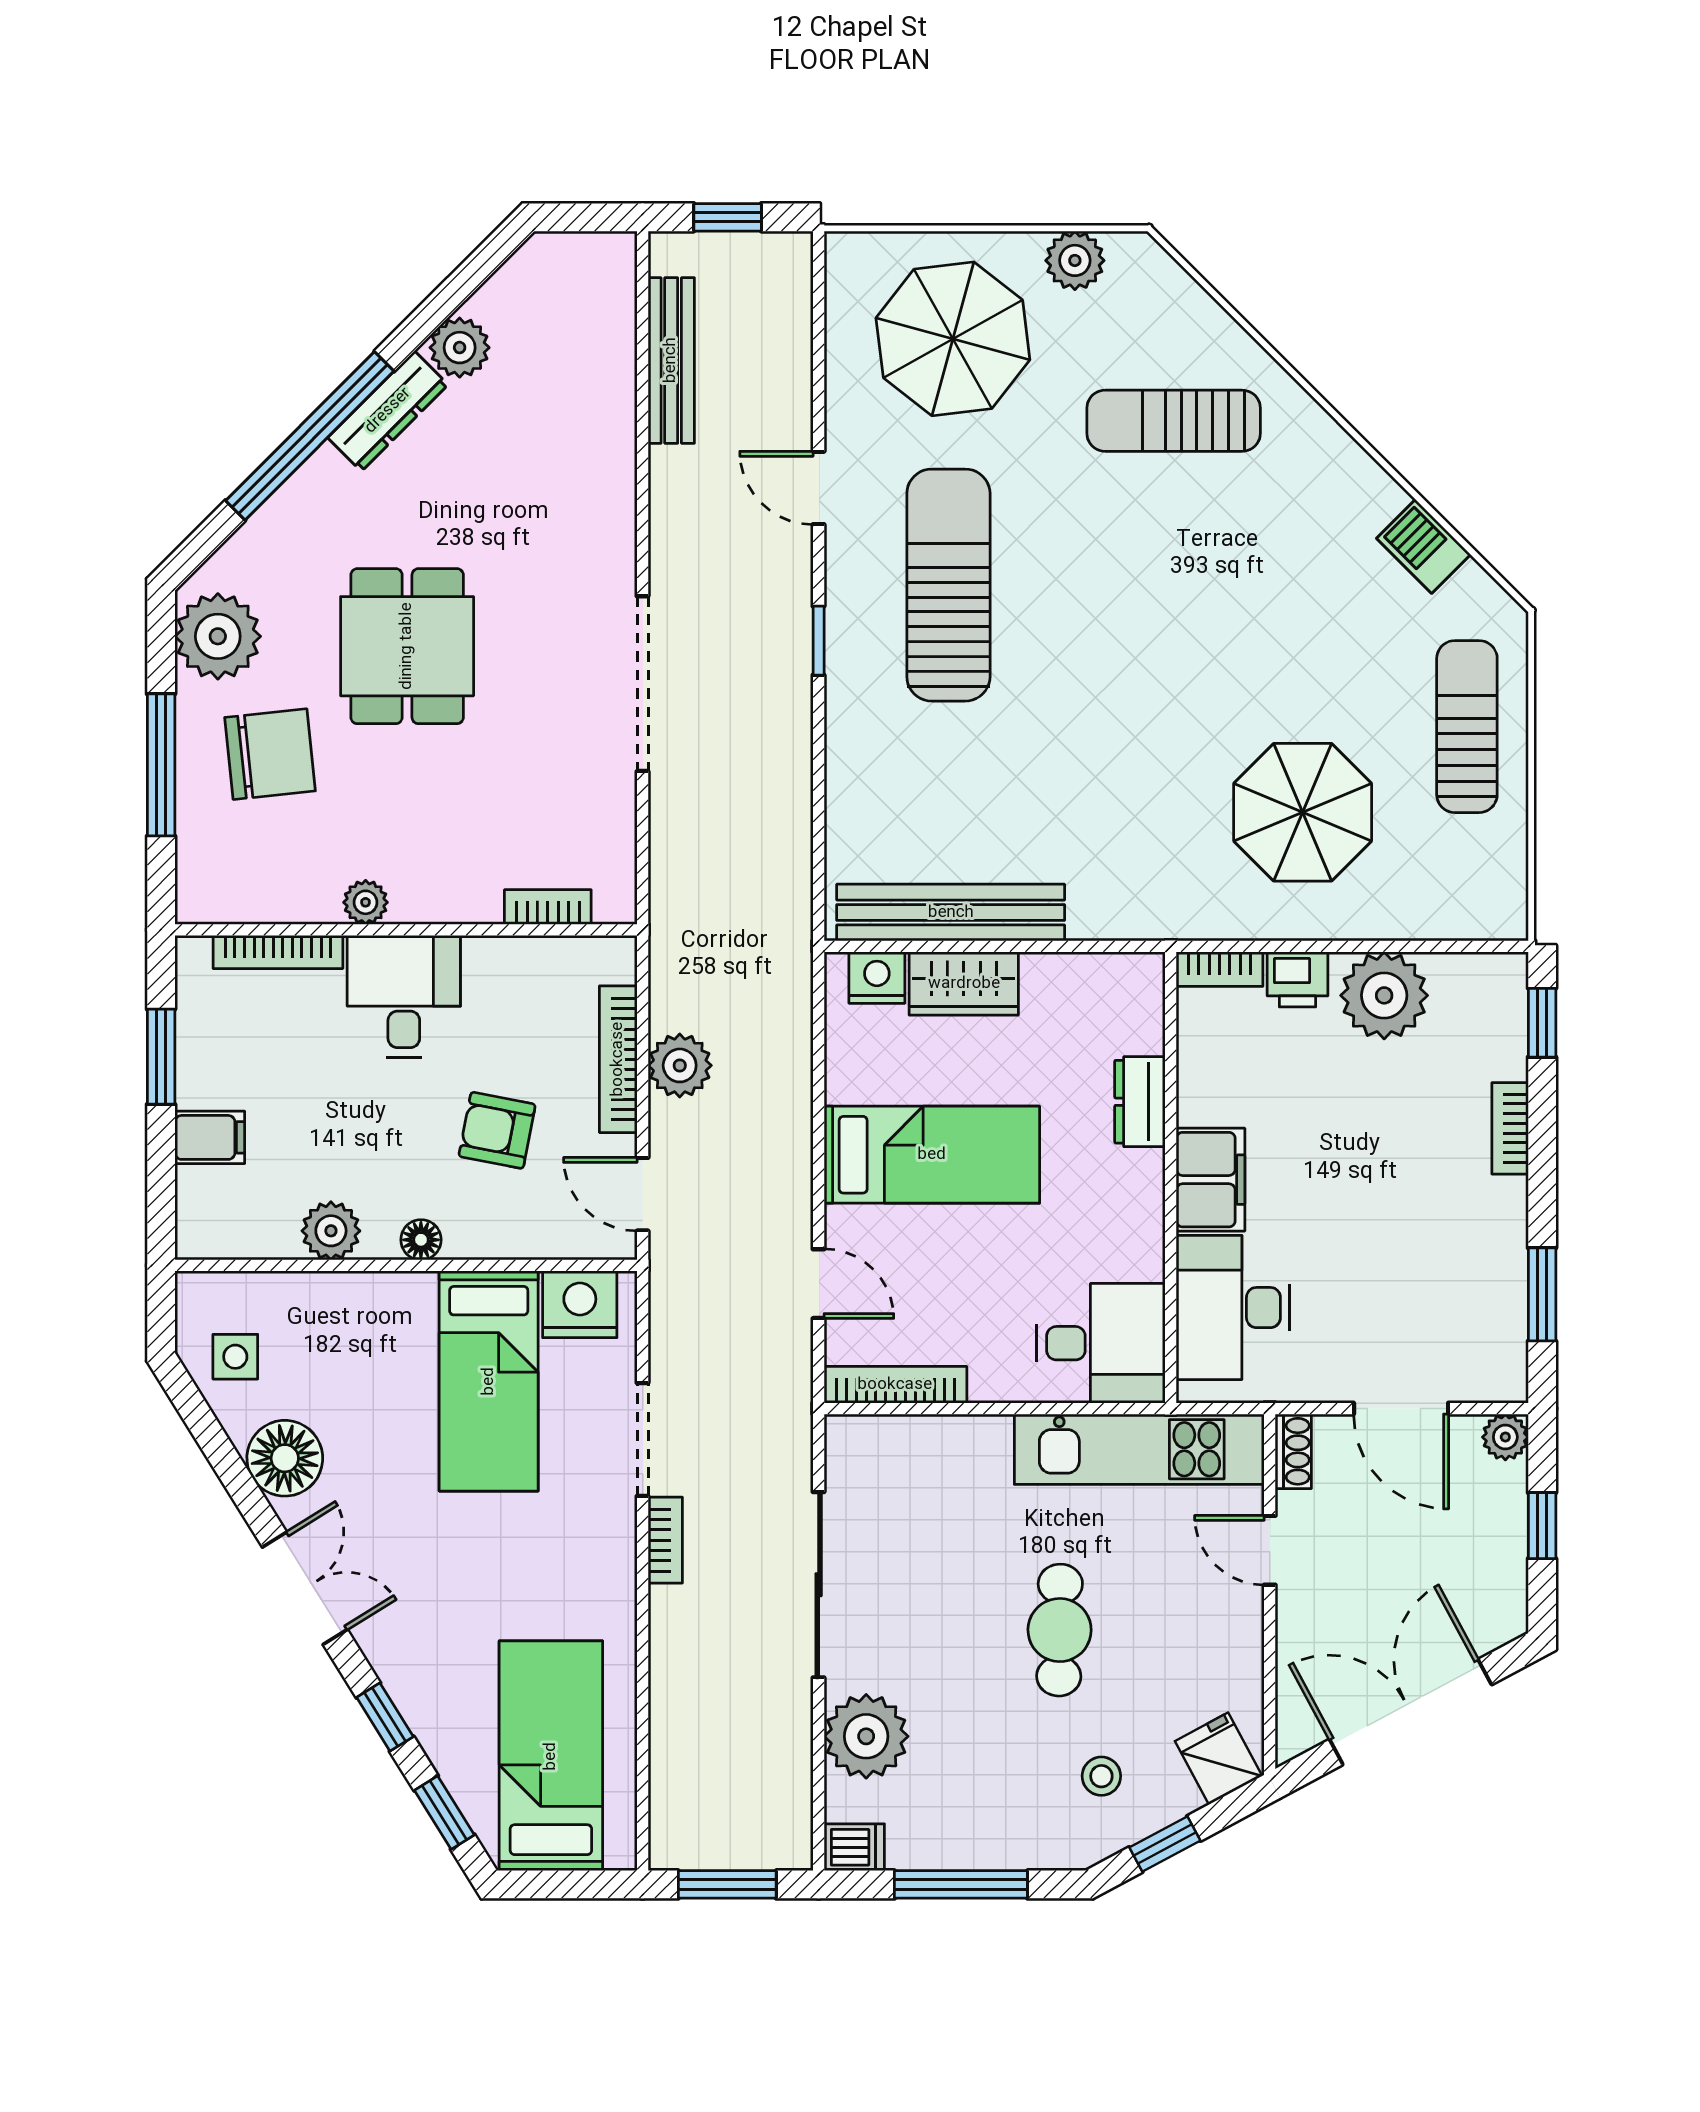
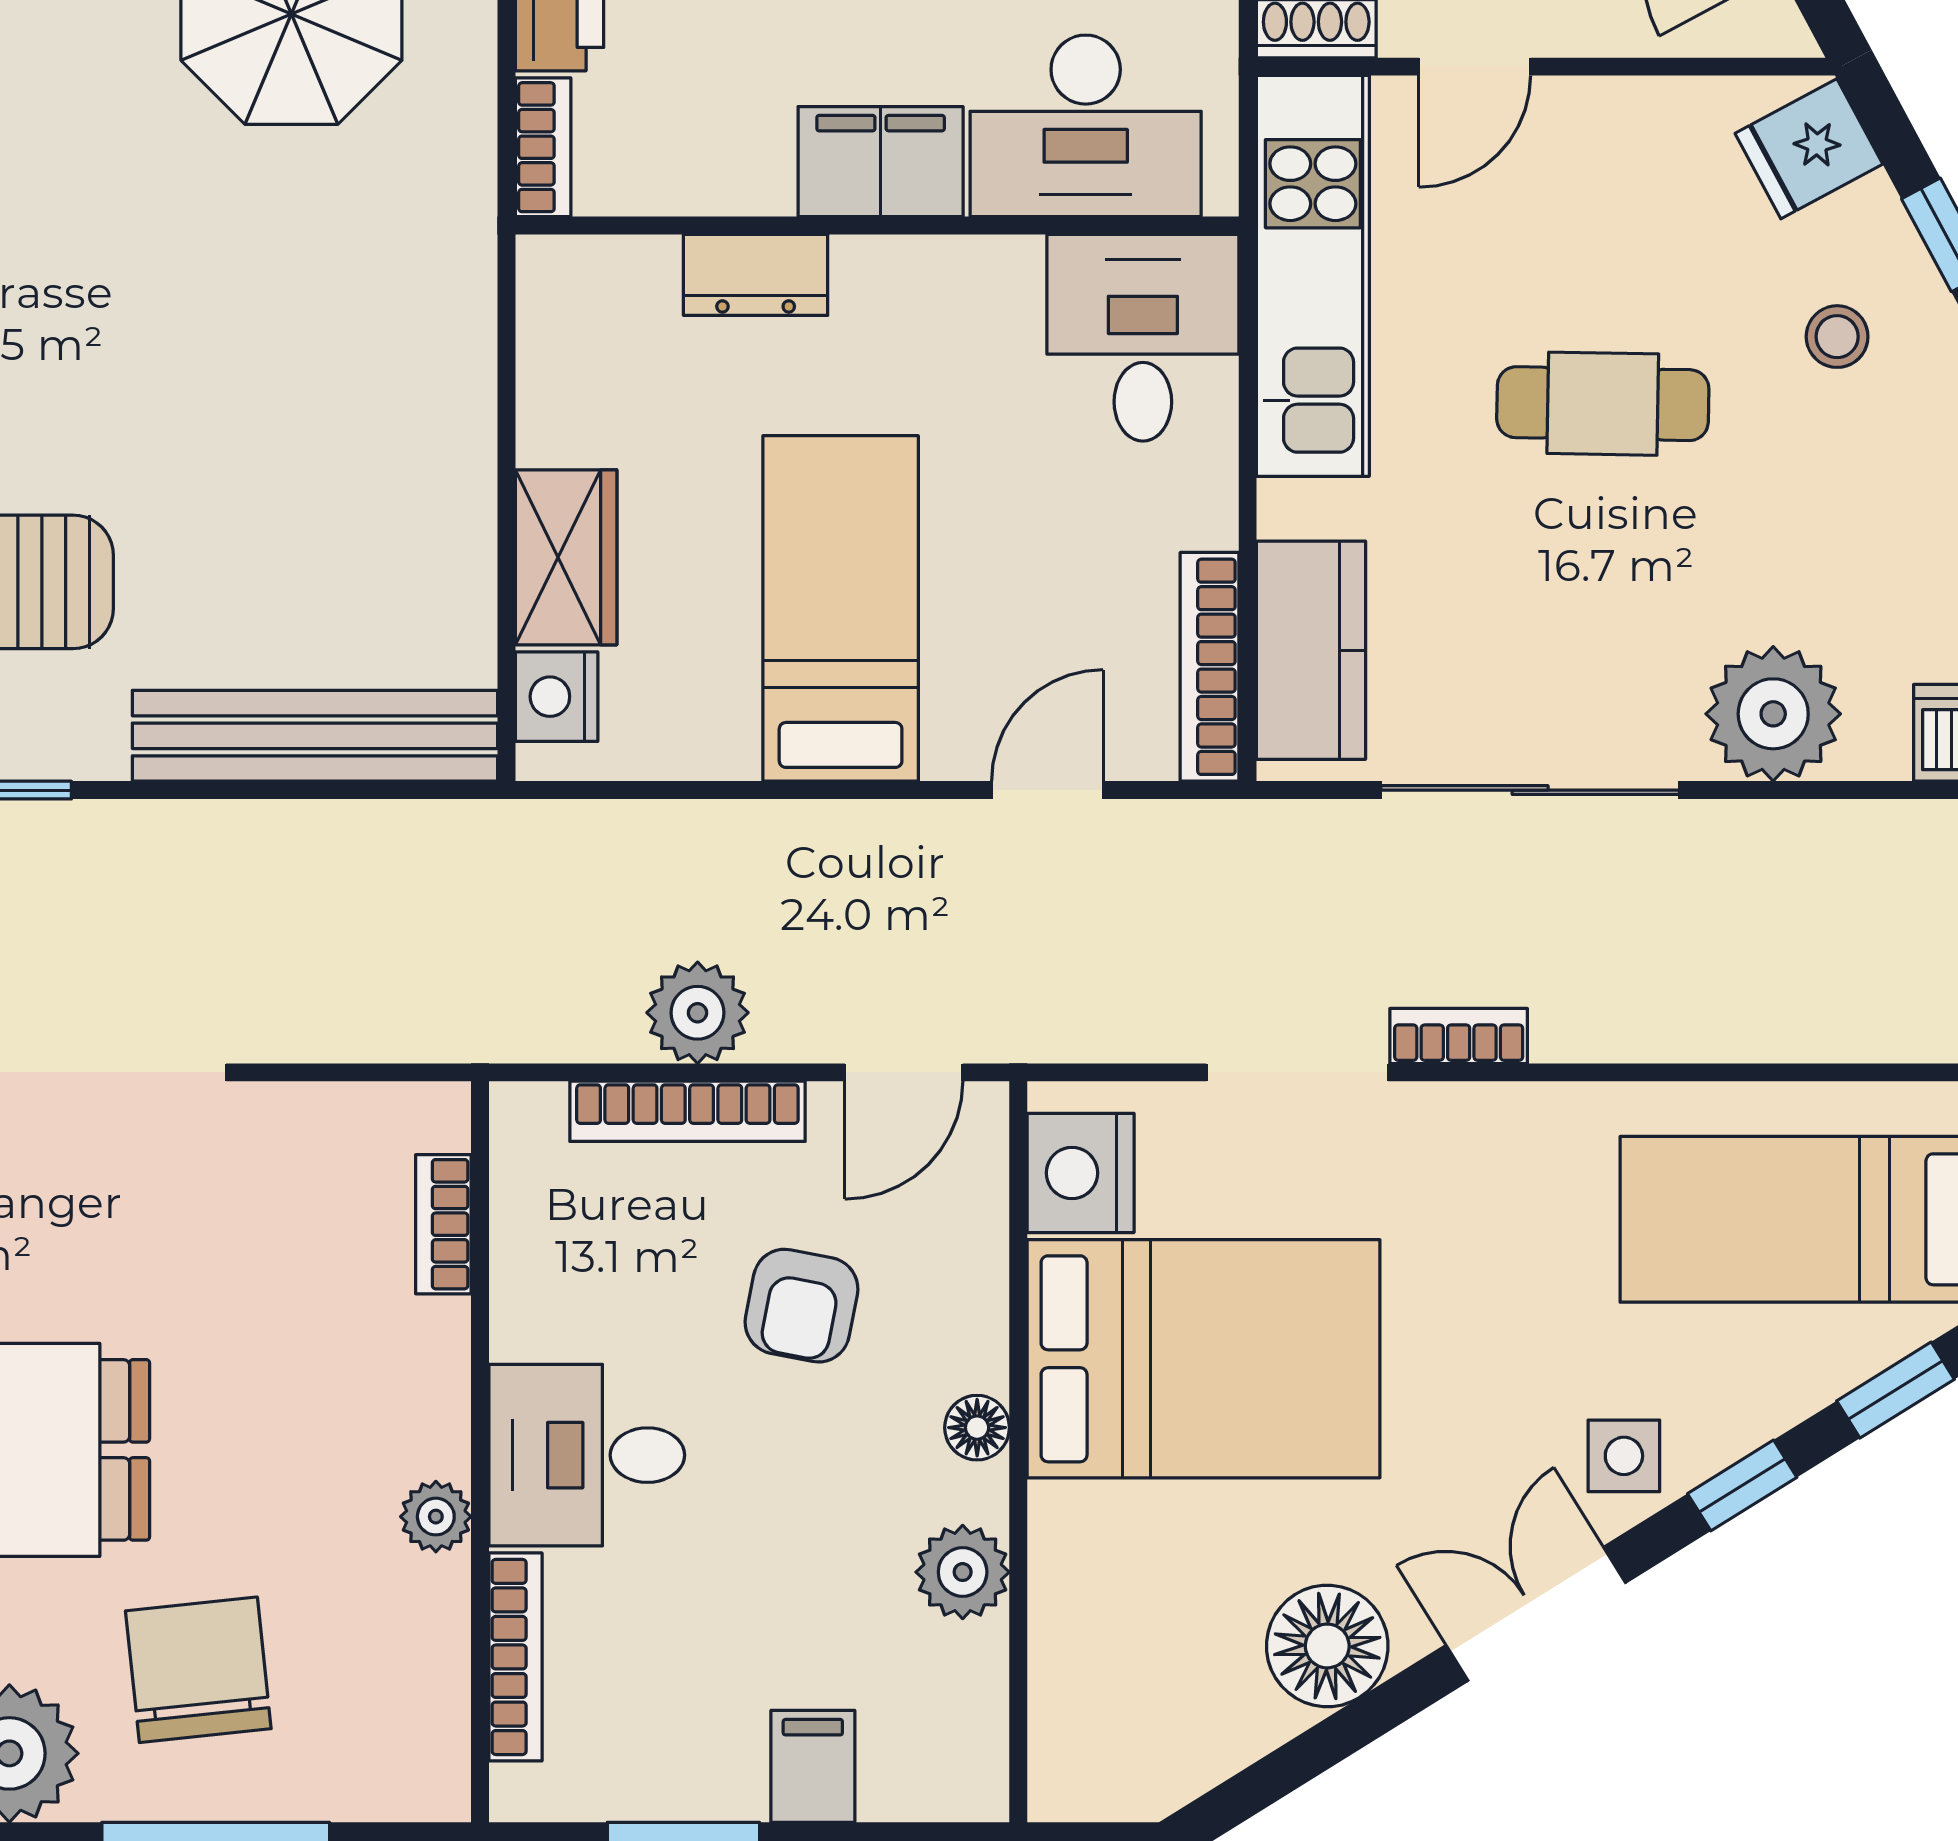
bench: (951, 913) -> (315, 736), moved, turned 90
side table: (235, 1357) -> (1624, 1456), moved
bed: (489, 1381) -> (1203, 1359), width x1.50
kitchen counter: (906, 1448) -> (1311, 650), added

